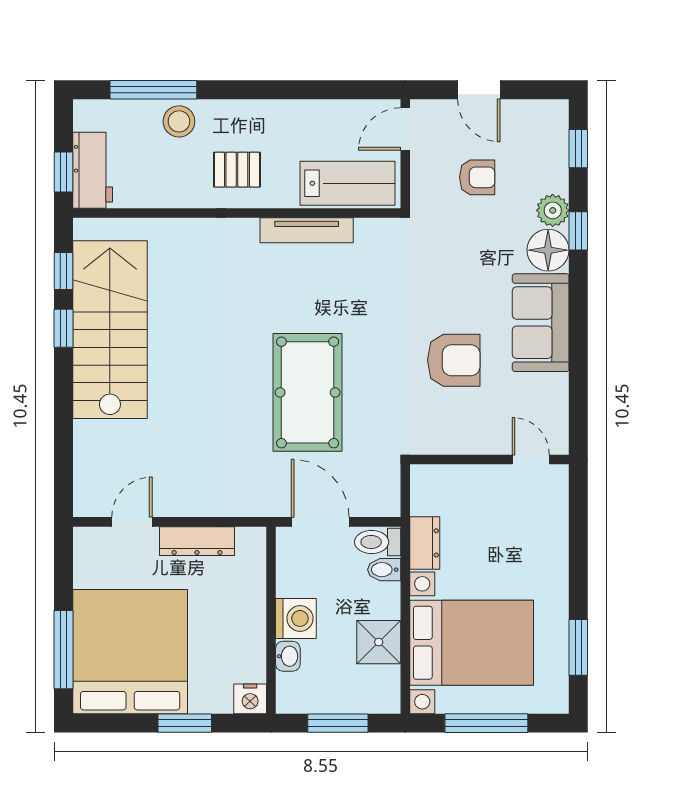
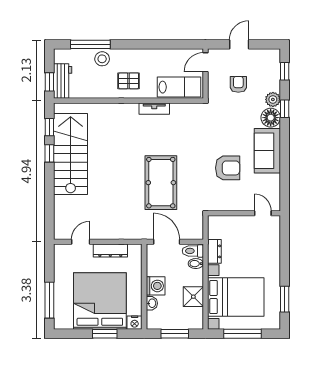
door: (479, 90) -> (239, 44), swing flipped
armchair: (477, 177) -> (238, 84), turned -90
tv unit: (307, 230) -> (154, 109), width x0.71
bed: (130, 652) -> (100, 301), moved

